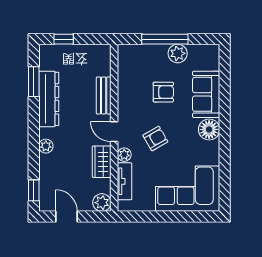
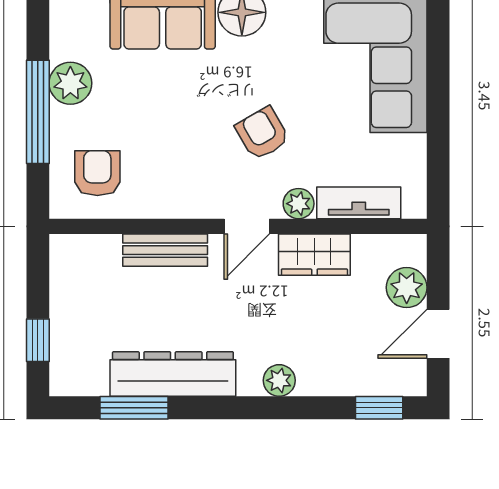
armchair: (163, 92) -> (97, 173), moved
plant: (102, 203) -> (407, 288), moved

